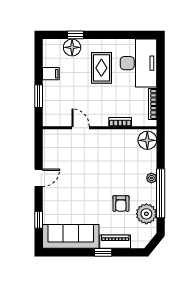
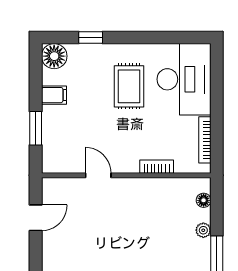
floor lamp: (72, 47) -> (54, 56), moved
floor lamp: (147, 140) -> (204, 200), width x0.53, depth x0.53
door: (39, 178) -> (36, 218), moved
plant: (151, 178) -> (203, 230), moved

